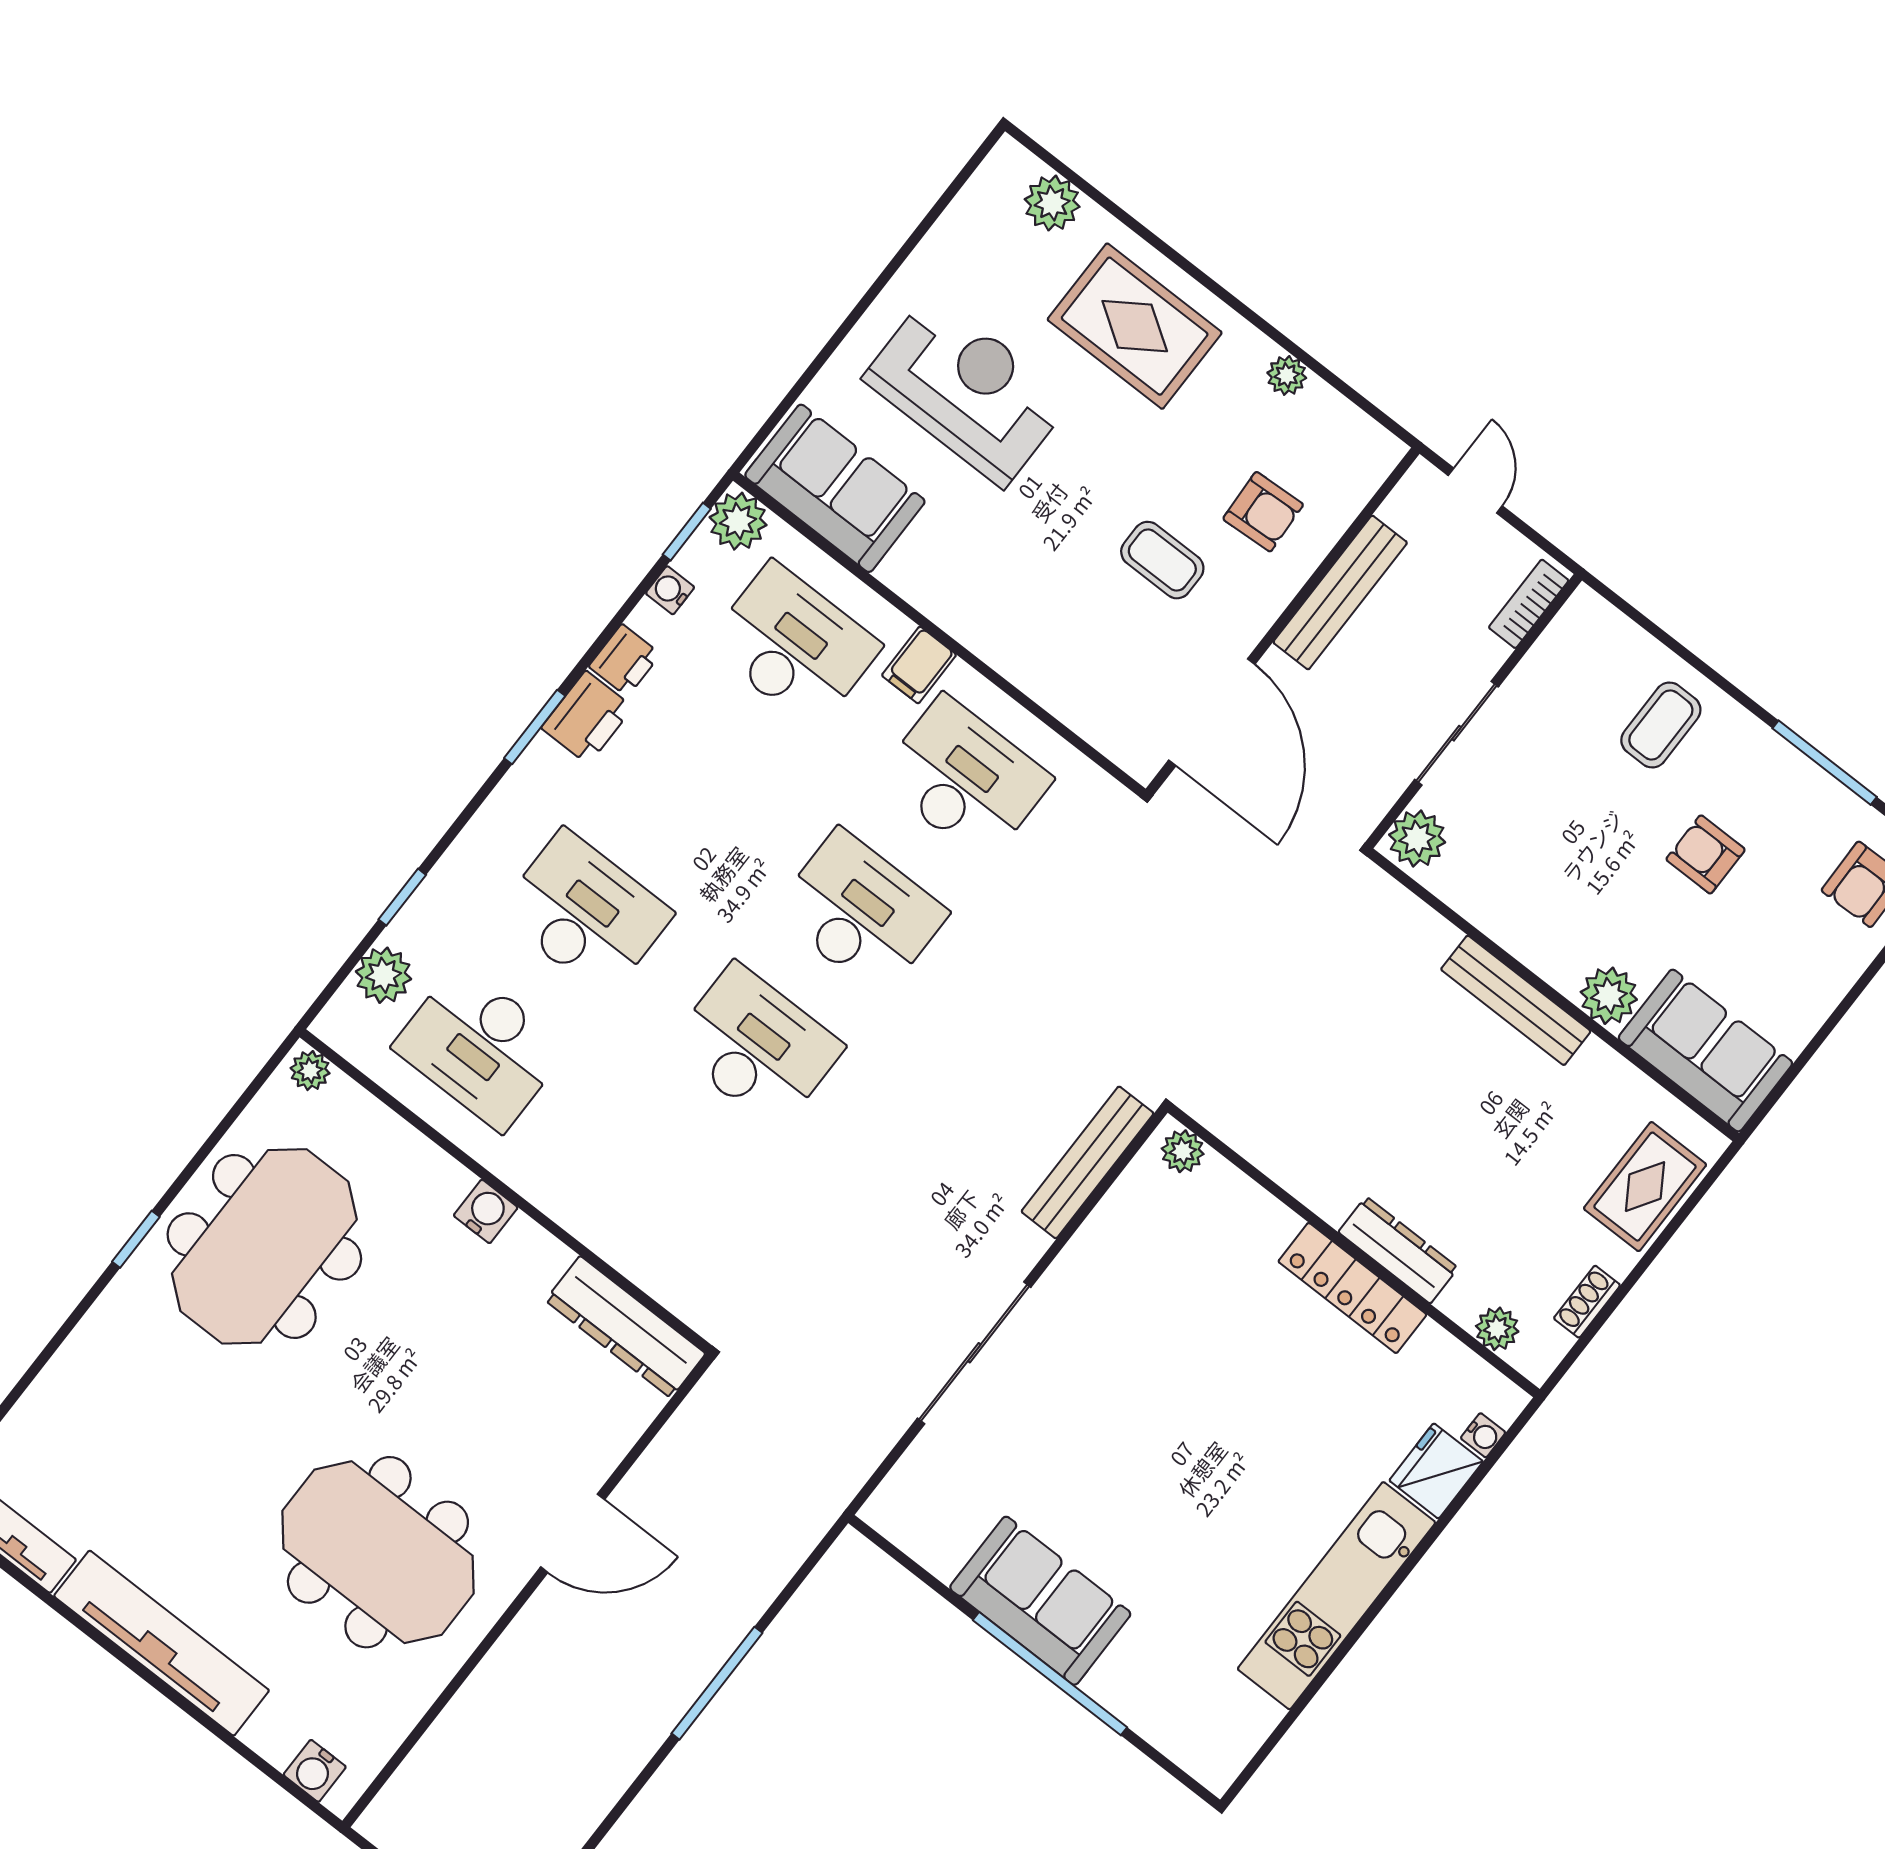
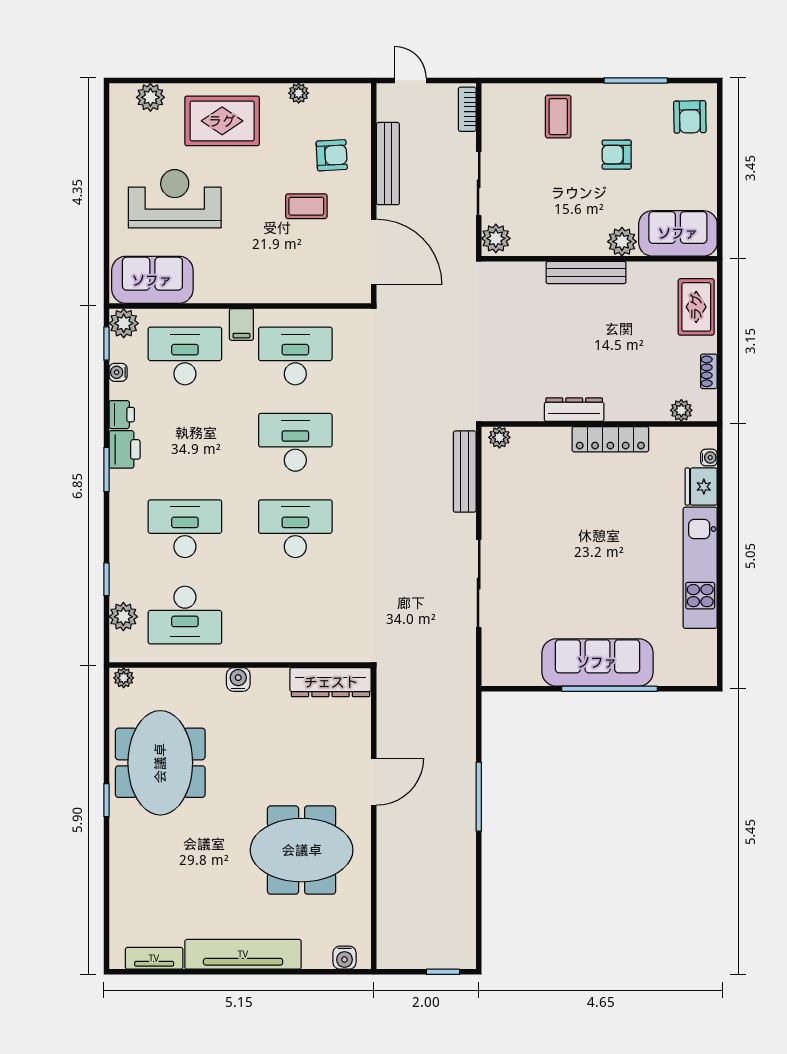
dresser: (1398, 1250) -> (574, 410), moved
sofa: (1040, 1601) -> (597, 662), width x1.36

